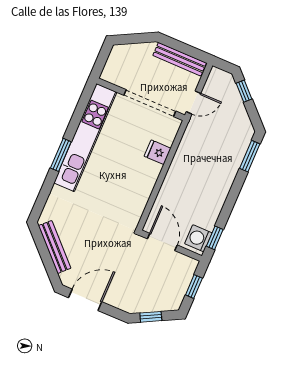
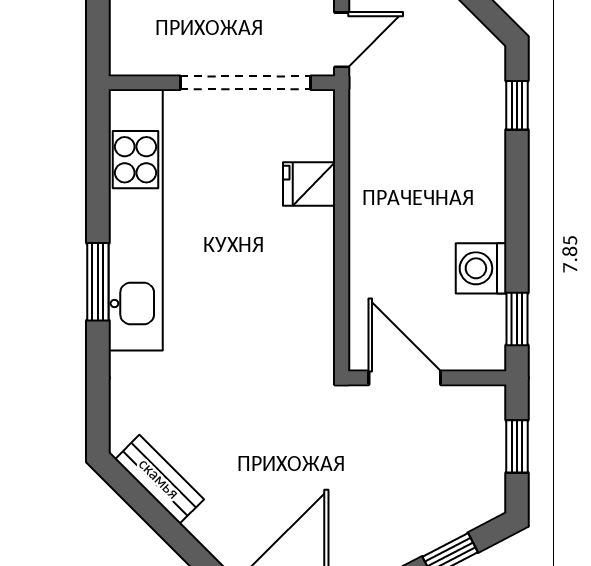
window: (250, 156) -> (517, 105), width x0.67
washing machine: (198, 238) -> (481, 268), moved
bench: (55, 247) -> (159, 479), width x0.73

